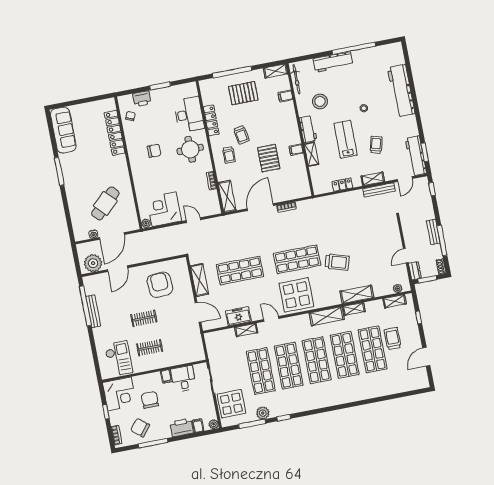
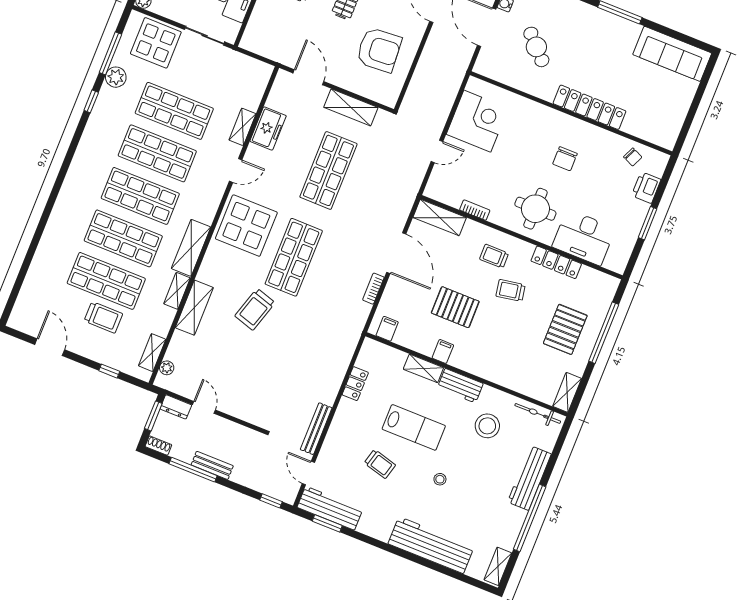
filing cabinet: (285, 96) -> (387, 329), moved
locker: (115, 133) -> (589, 107), moved
shelving: (373, 179) -> (498, 566), moved
cafe table: (105, 203) -> (536, 47), width x0.73, depth x0.74
plant: (146, 223) -> (474, 85), removed
door: (198, 312) -> (308, 77), swing flipped

